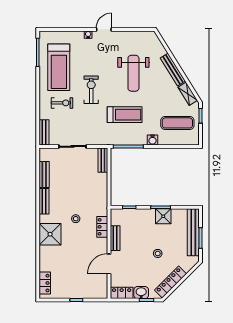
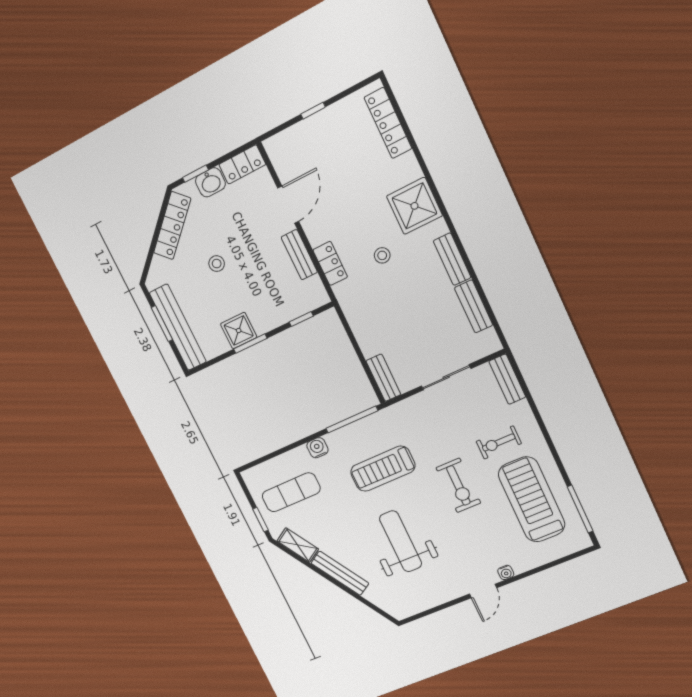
locker: (45, 283) -> (388, 123), width x1.53

